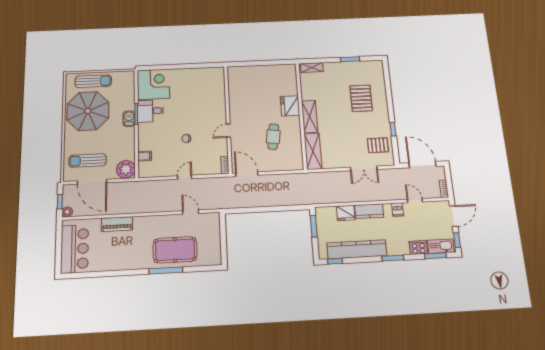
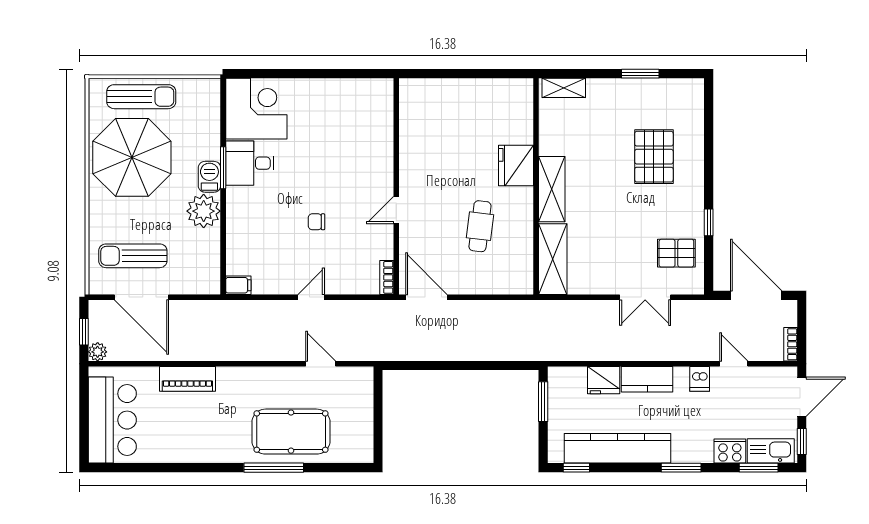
filing cabinet: (145, 156) -> (238, 285), moved
plant: (126, 169) -> (204, 211), moved

